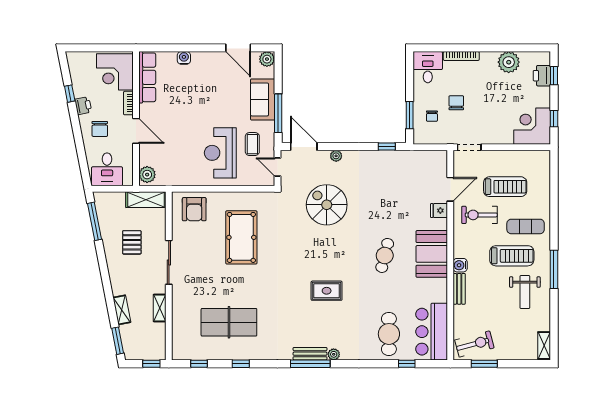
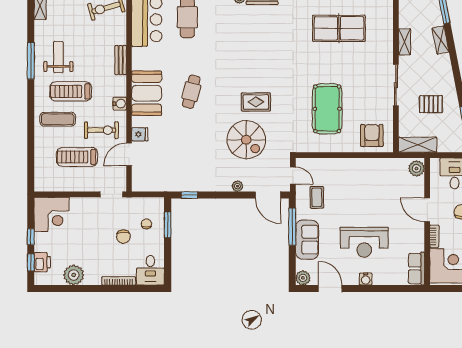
water cooler: (184, 58) -> (366, 279), moved
row of seats: (147, 77) -> (416, 269), width x0.68
window: (554, 119) -> (31, 237), moved
reception desk: (220, 153) -> (364, 242), moved, turned 90
pallet: (132, 242) -> (431, 104), turned 90
water cooler: (460, 265) -> (120, 104), moved
window: (554, 269) -> (31, 61), moved
rug: (327, 291) -> (256, 102), moved

